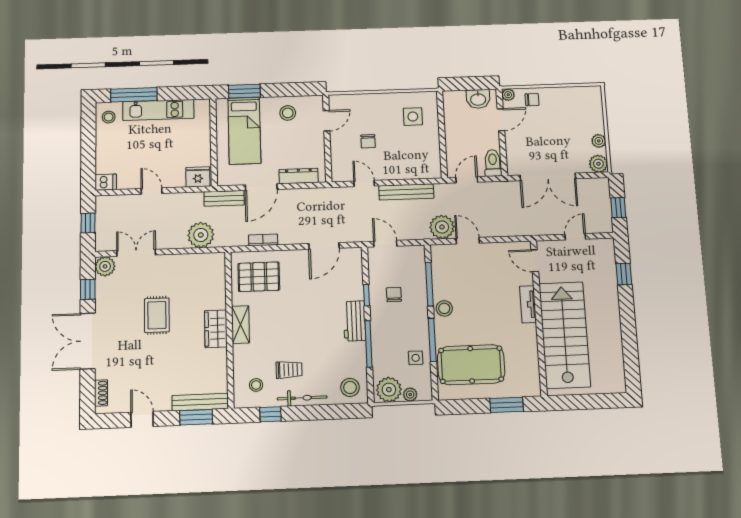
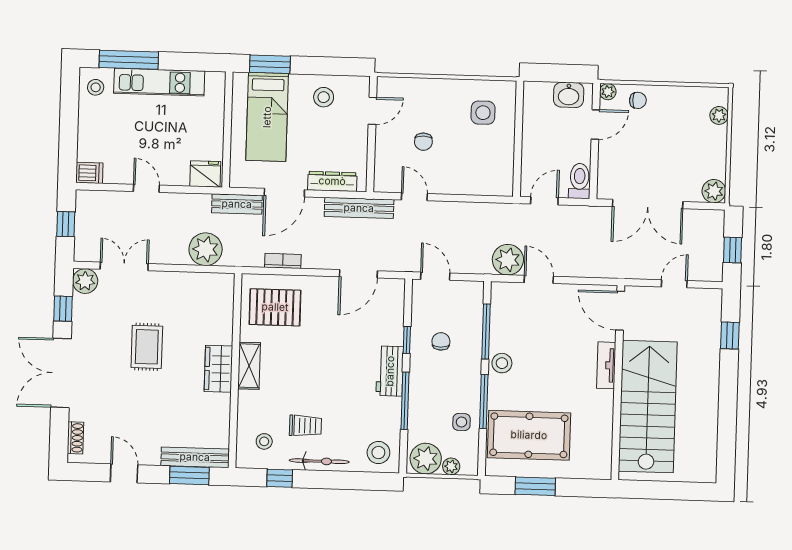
plant: (599, 141) -> (719, 115), moved
bench: (406, 192) -> (359, 208), moved
door: (535, 261) -> (620, 311), width x1.38
window: (507, 405) -> (535, 486), moved

